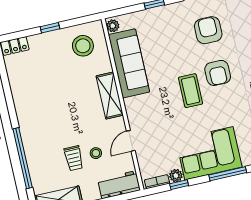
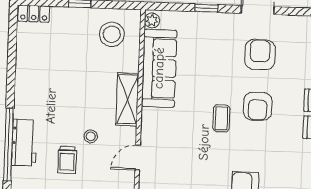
coffee table: (191, 91) -> (221, 118), width x0.73, depth x0.77
workbench: (35, 153) -> (24, 143), added
stool: (96, 153) -> (91, 136), moved

